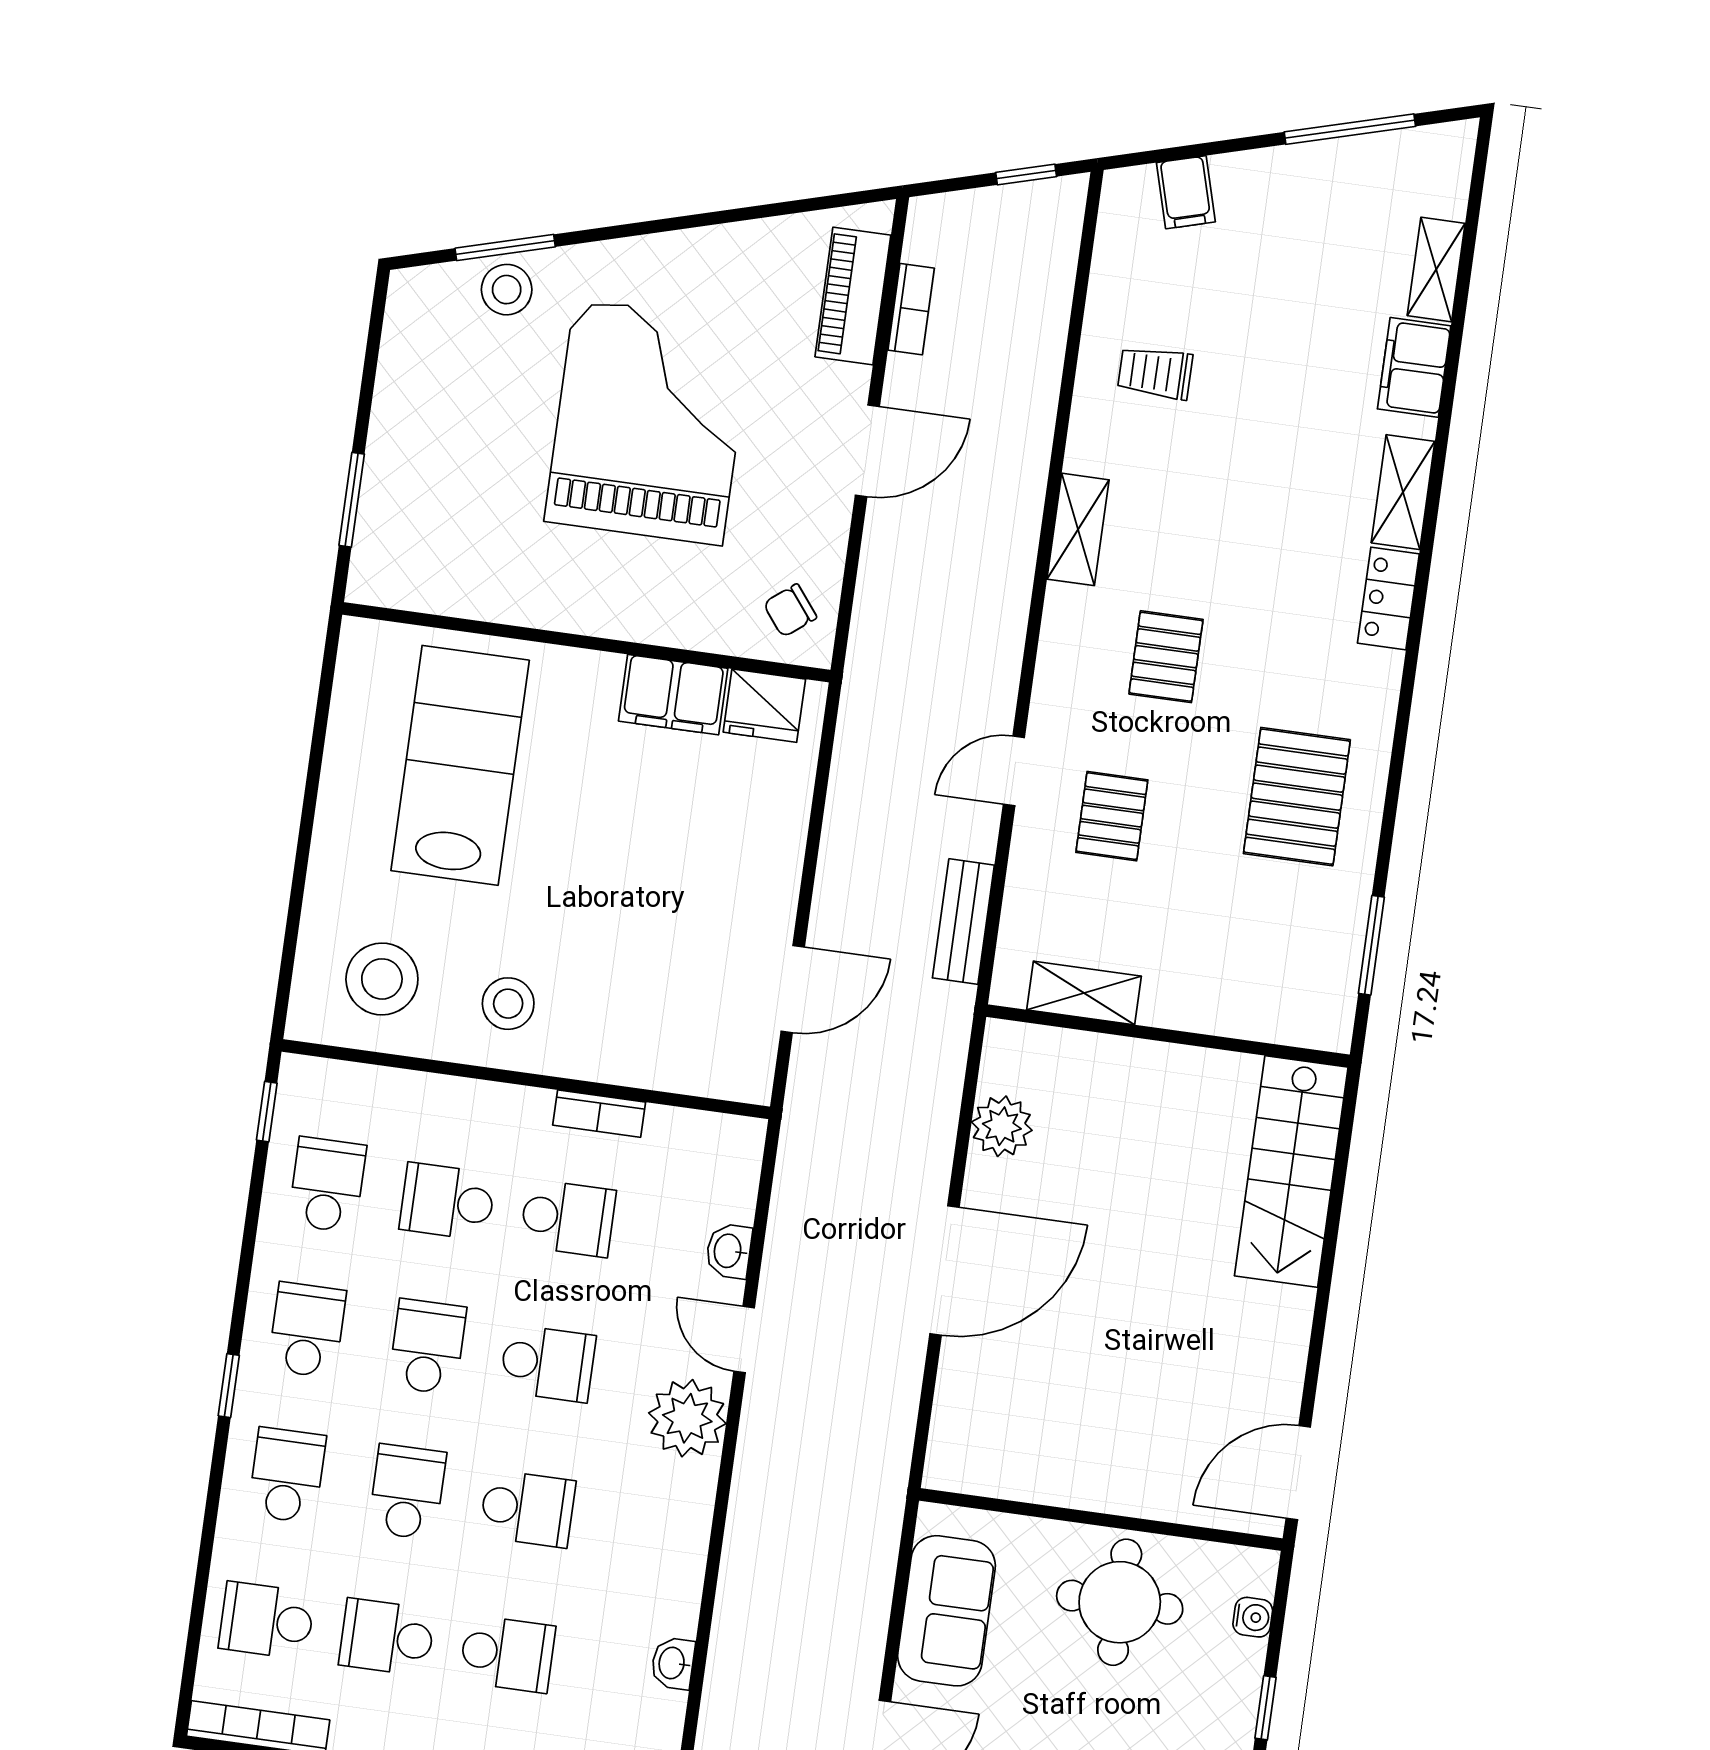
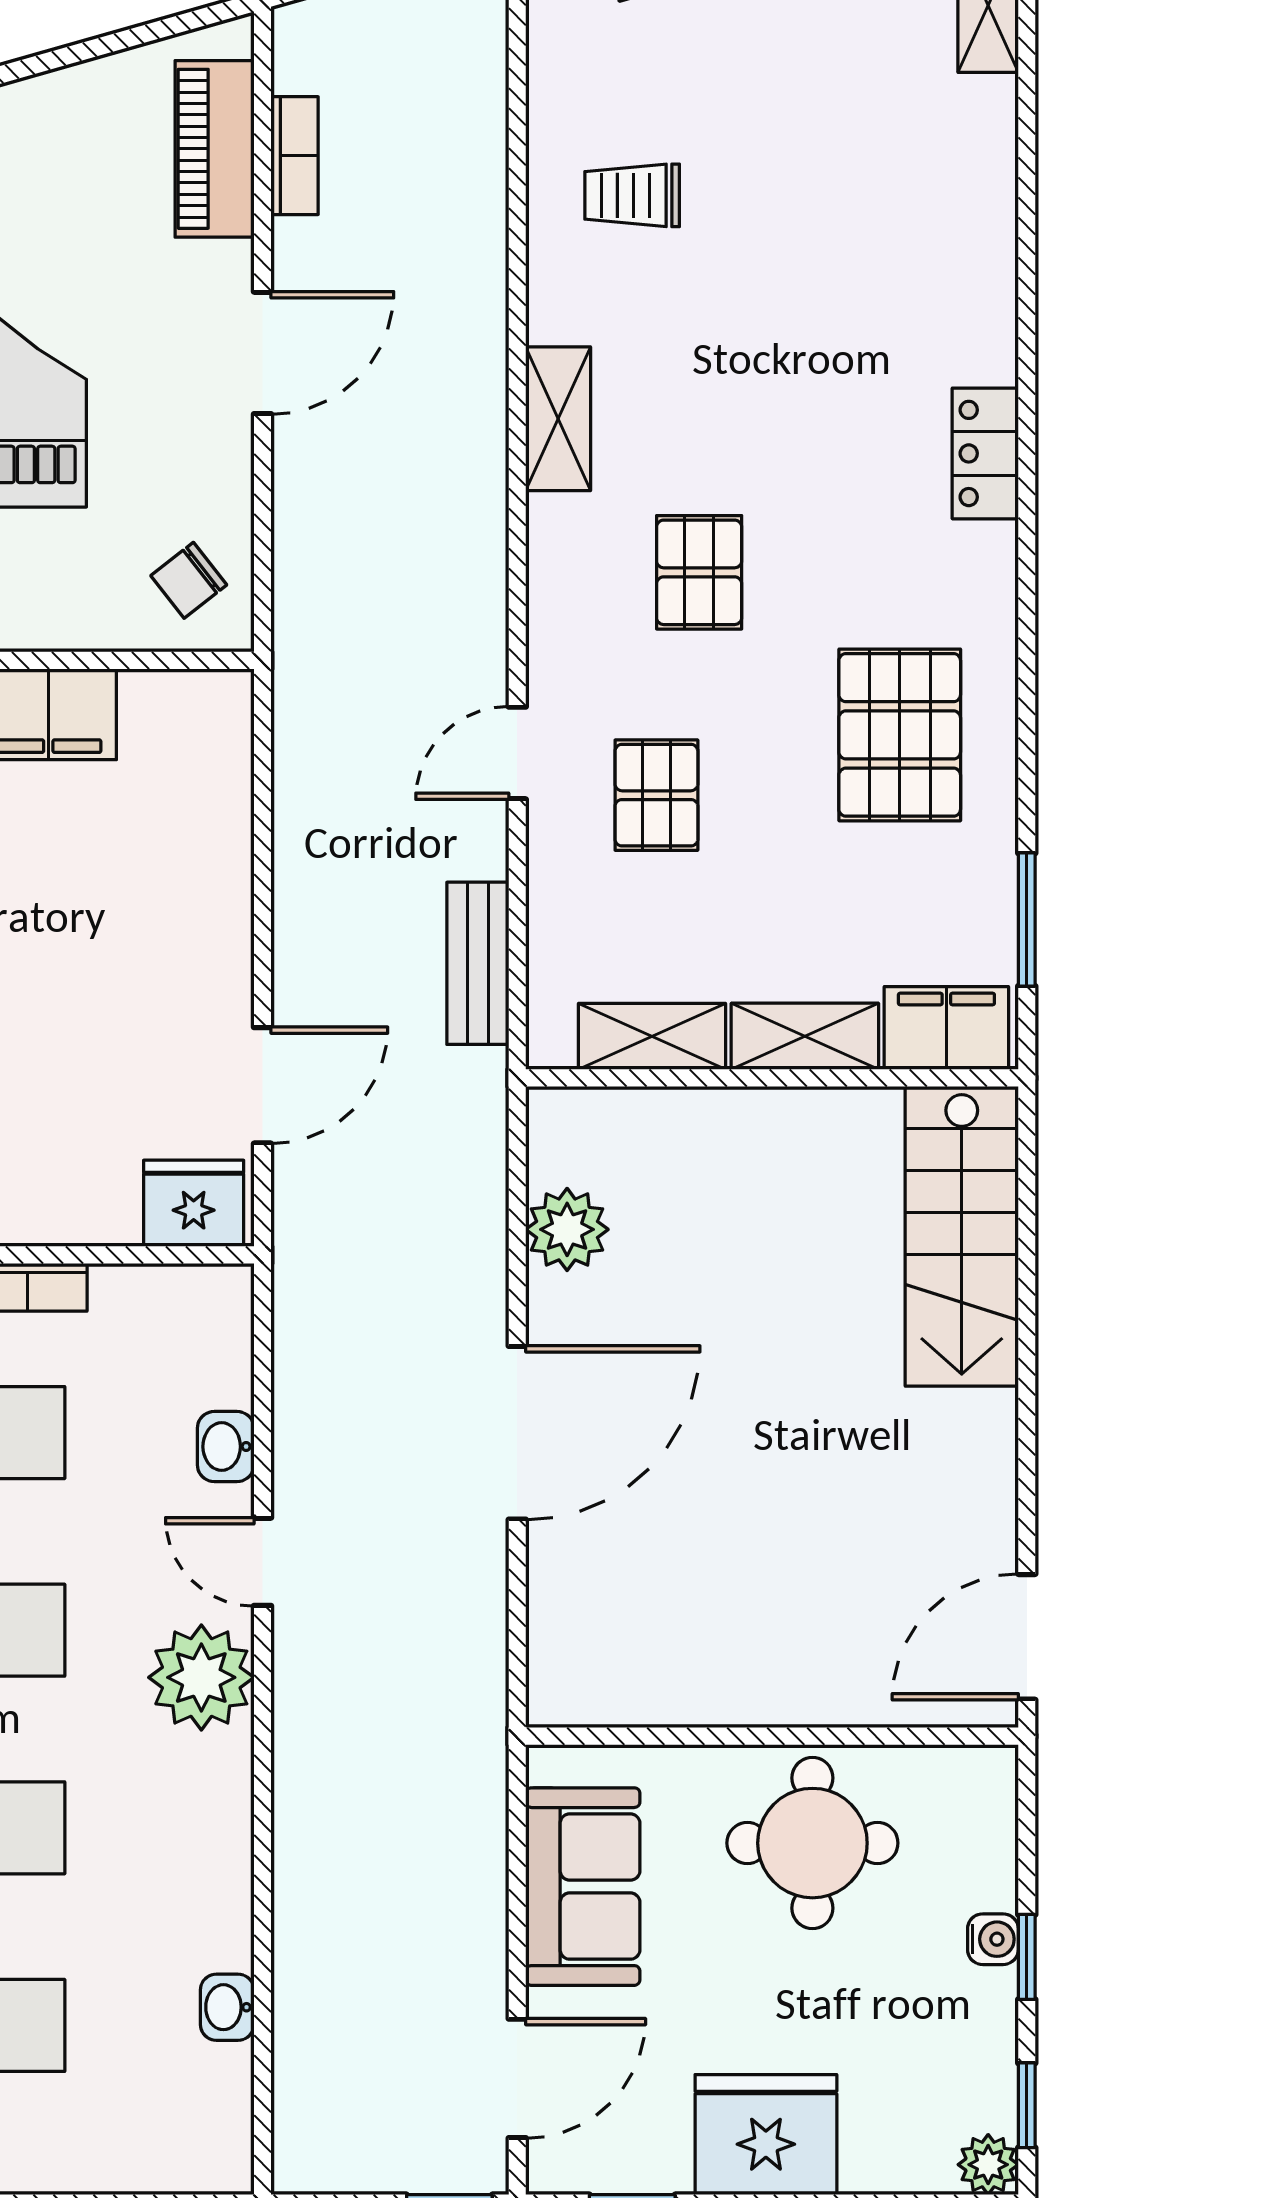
filing cabinet: (1414, 367) -> (946, 1028), moved, turned 90
shelving: (1403, 492) -> (805, 1036), moved, turned 90
fridge: (764, 706) -> (194, 1203), moved, turned 180
water cooler: (1253, 1617) -> (993, 1939), moved

